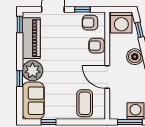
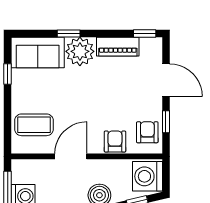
piano: (31, 38) -> (118, 47), width x0.73, depth x0.75

